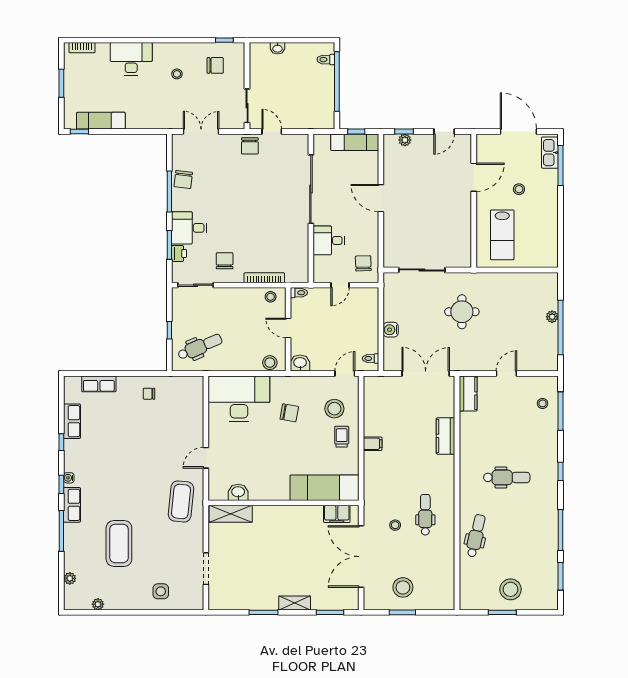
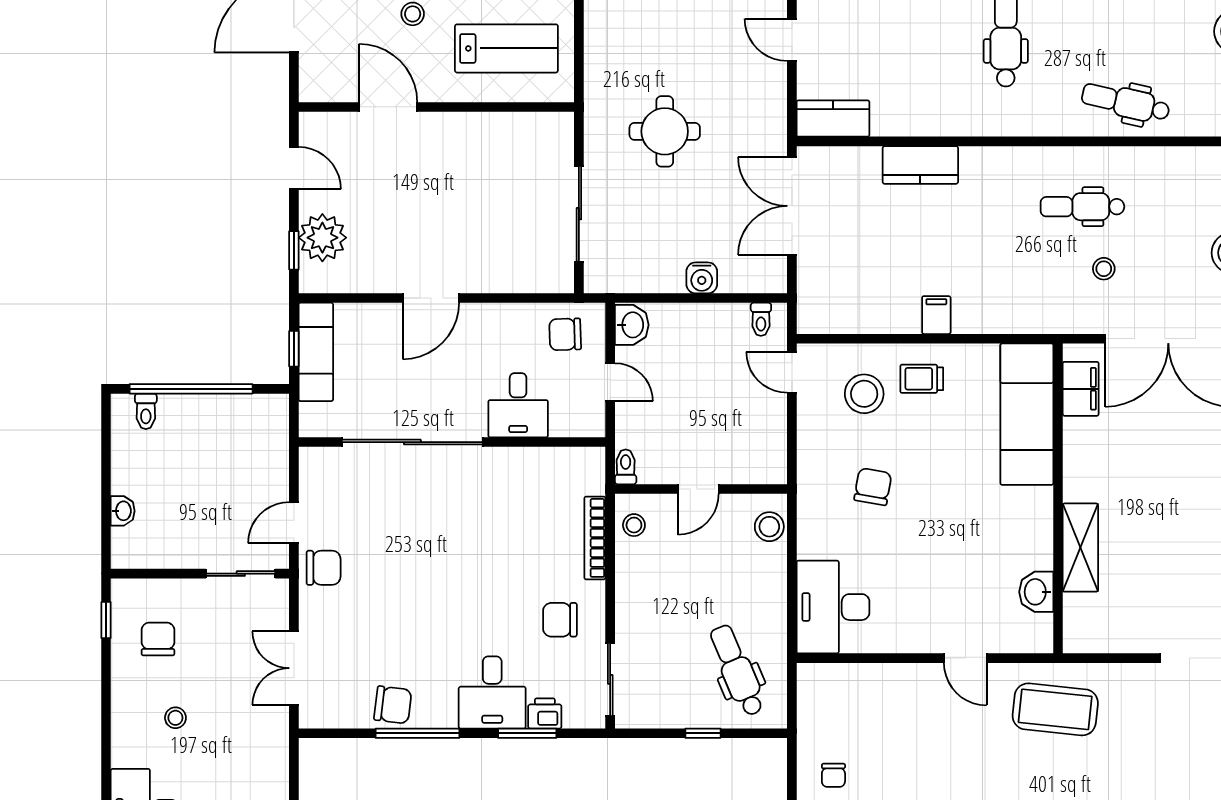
plant: (405, 140) -> (322, 238), width x1.87, depth x1.87
washbasin: (300, 363) -> (632, 325), moved, turned 180
desk: (239, 399) -> (833, 607), width x0.73, depth x0.77
shelving: (231, 514) -> (1080, 548), moved

